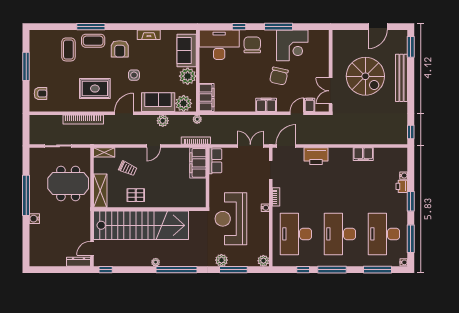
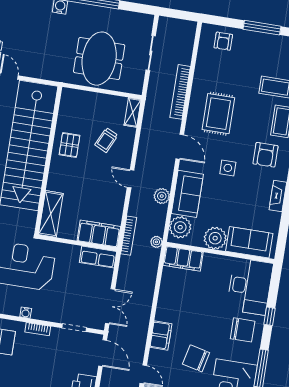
armchair: (120, 49) -> (265, 155), turned -90
shelving: (100, 191) -> (51, 214), moved, turned 90

